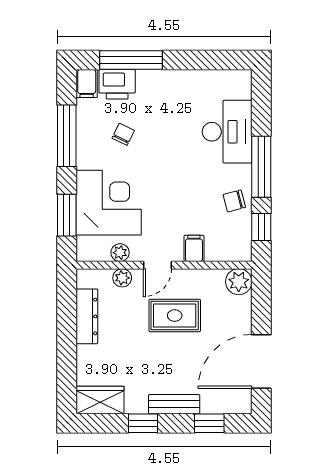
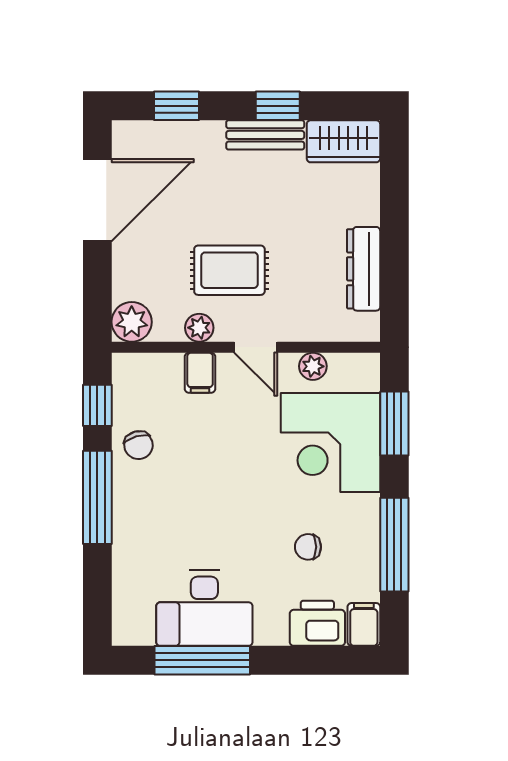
window: (131, 60) -> (202, 660), moved
desk: (227, 132) -> (204, 608), moved, turned -90
chair: (123, 134) -> (308, 547), turned 64
chair: (234, 201) -> (138, 445), turned 89
door: (157, 265) -> (256, 347), swing flipped
plant: (122, 278) -> (199, 328), moved
bench: (174, 404) -> (265, 135), moved

